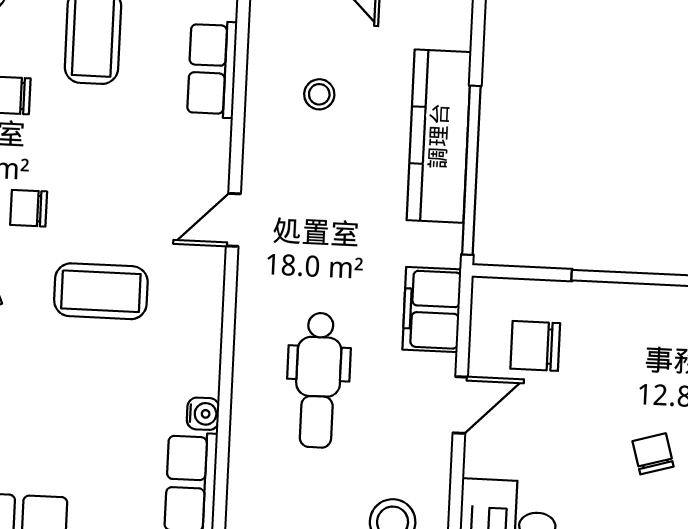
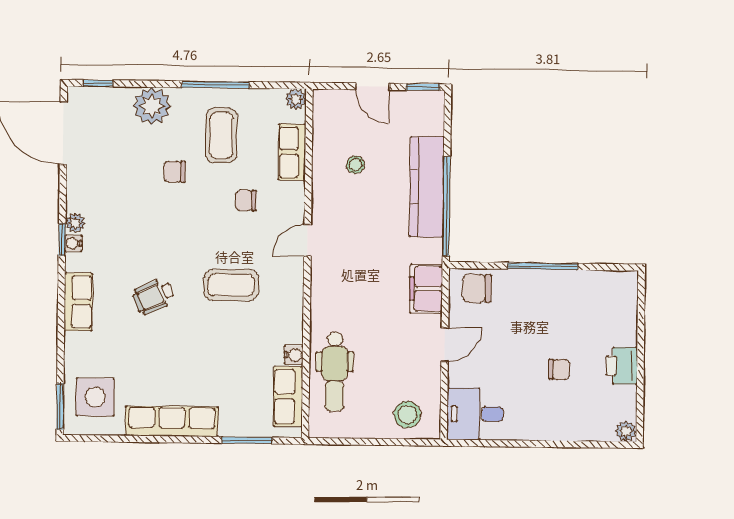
chair: (29, 208) -> (246, 201), moved
chair: (535, 346) -> (477, 288), moved
dental chair: (318, 380) -> (335, 371), moved
chair: (653, 454) -> (559, 369), turned 106

